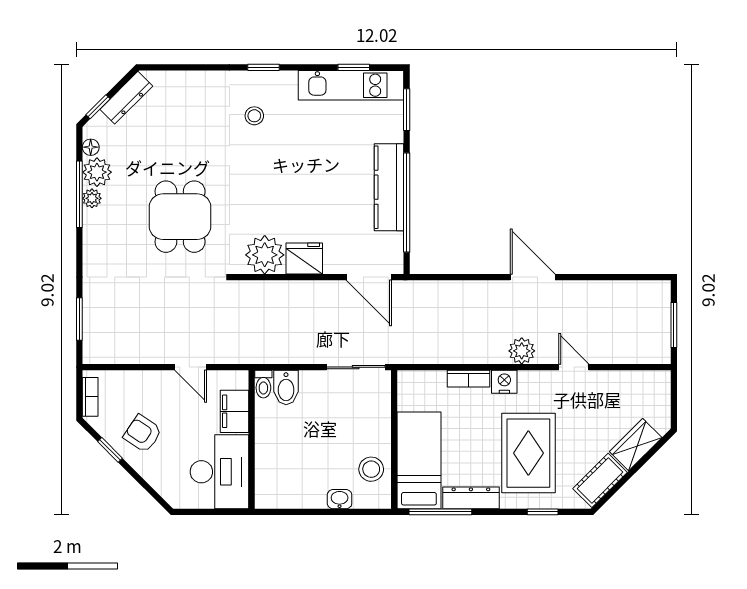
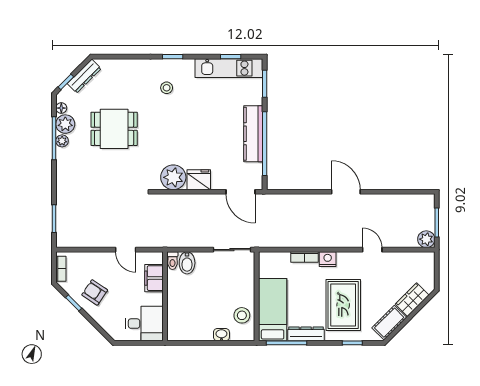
dining table: (180, 217) -> (114, 129), moved, turned 90
plant: (522, 351) -> (426, 239), moved
desk: (220, 472) -> (144, 324), width x0.73

